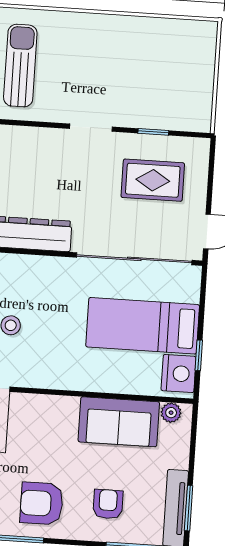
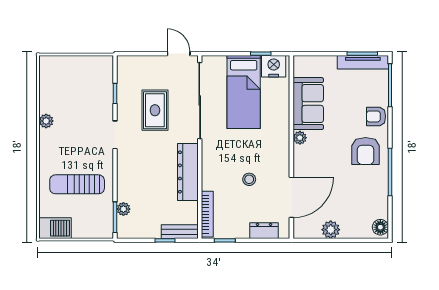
plant: (119, 25) -> (46, 121), added
rug: (153, 180) -> (155, 110), moved
plant: (171, 413) -> (300, 138), moved
armchair: (108, 504) -> (376, 116), moved

